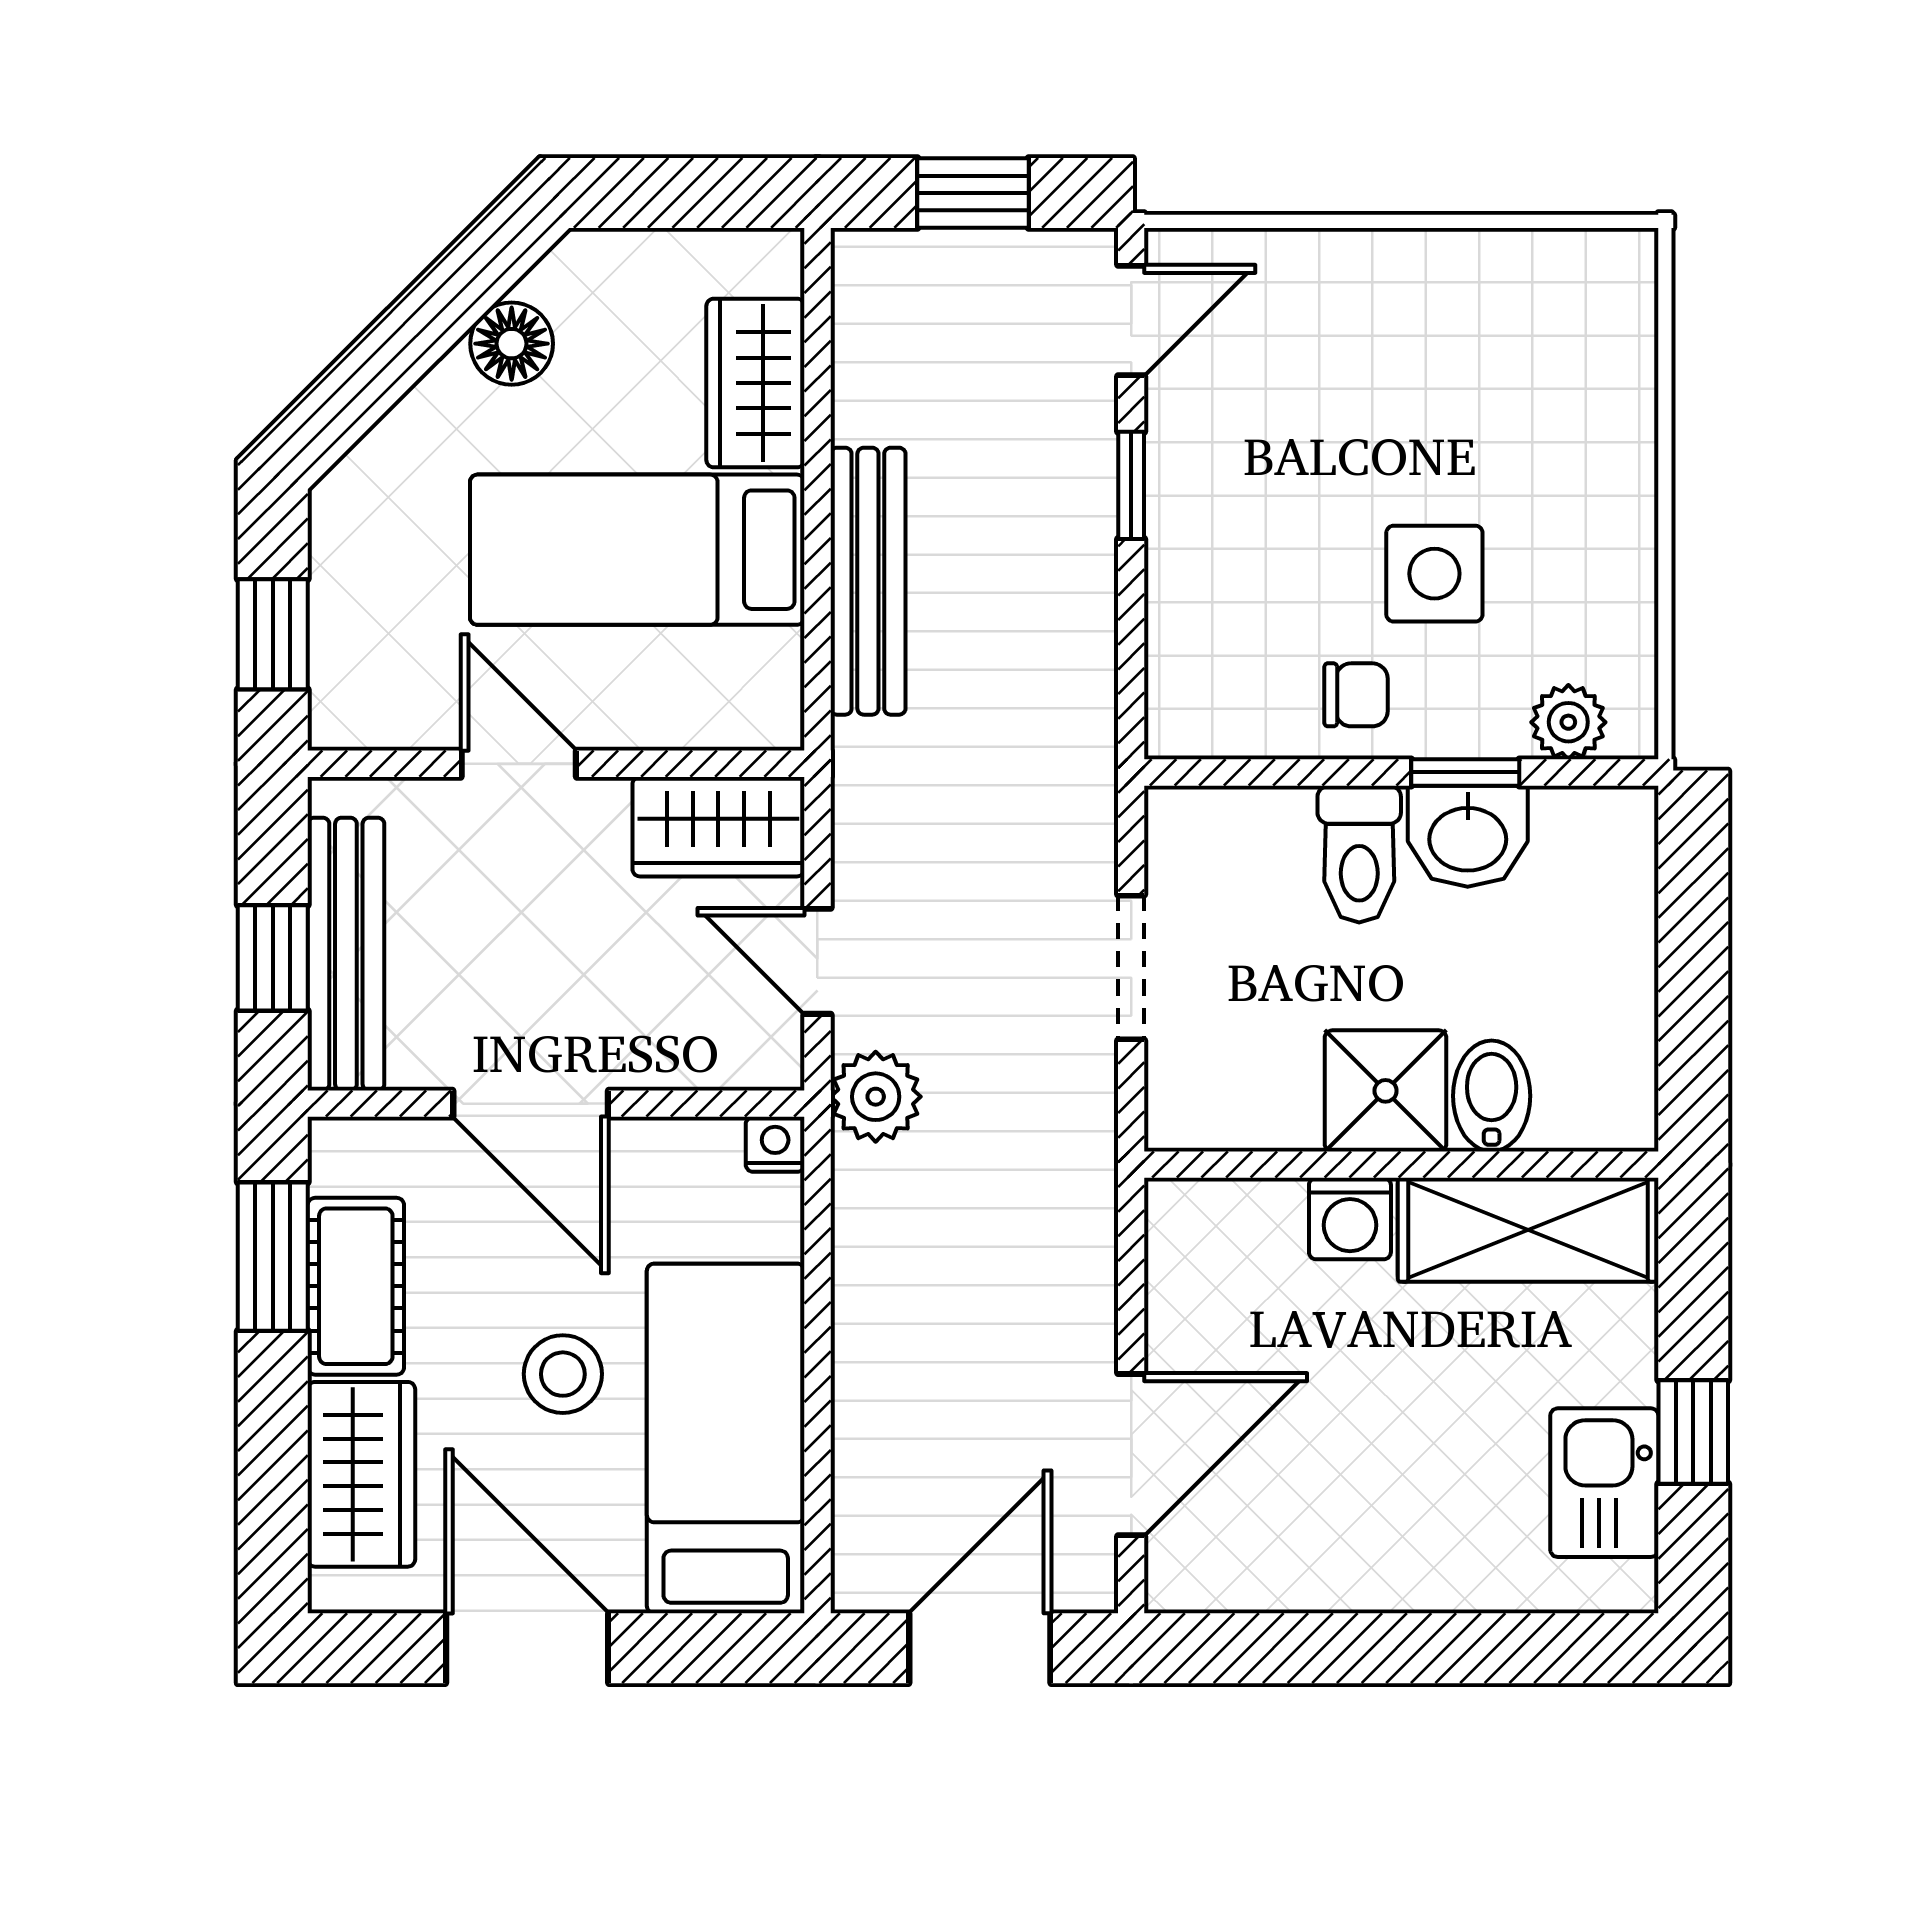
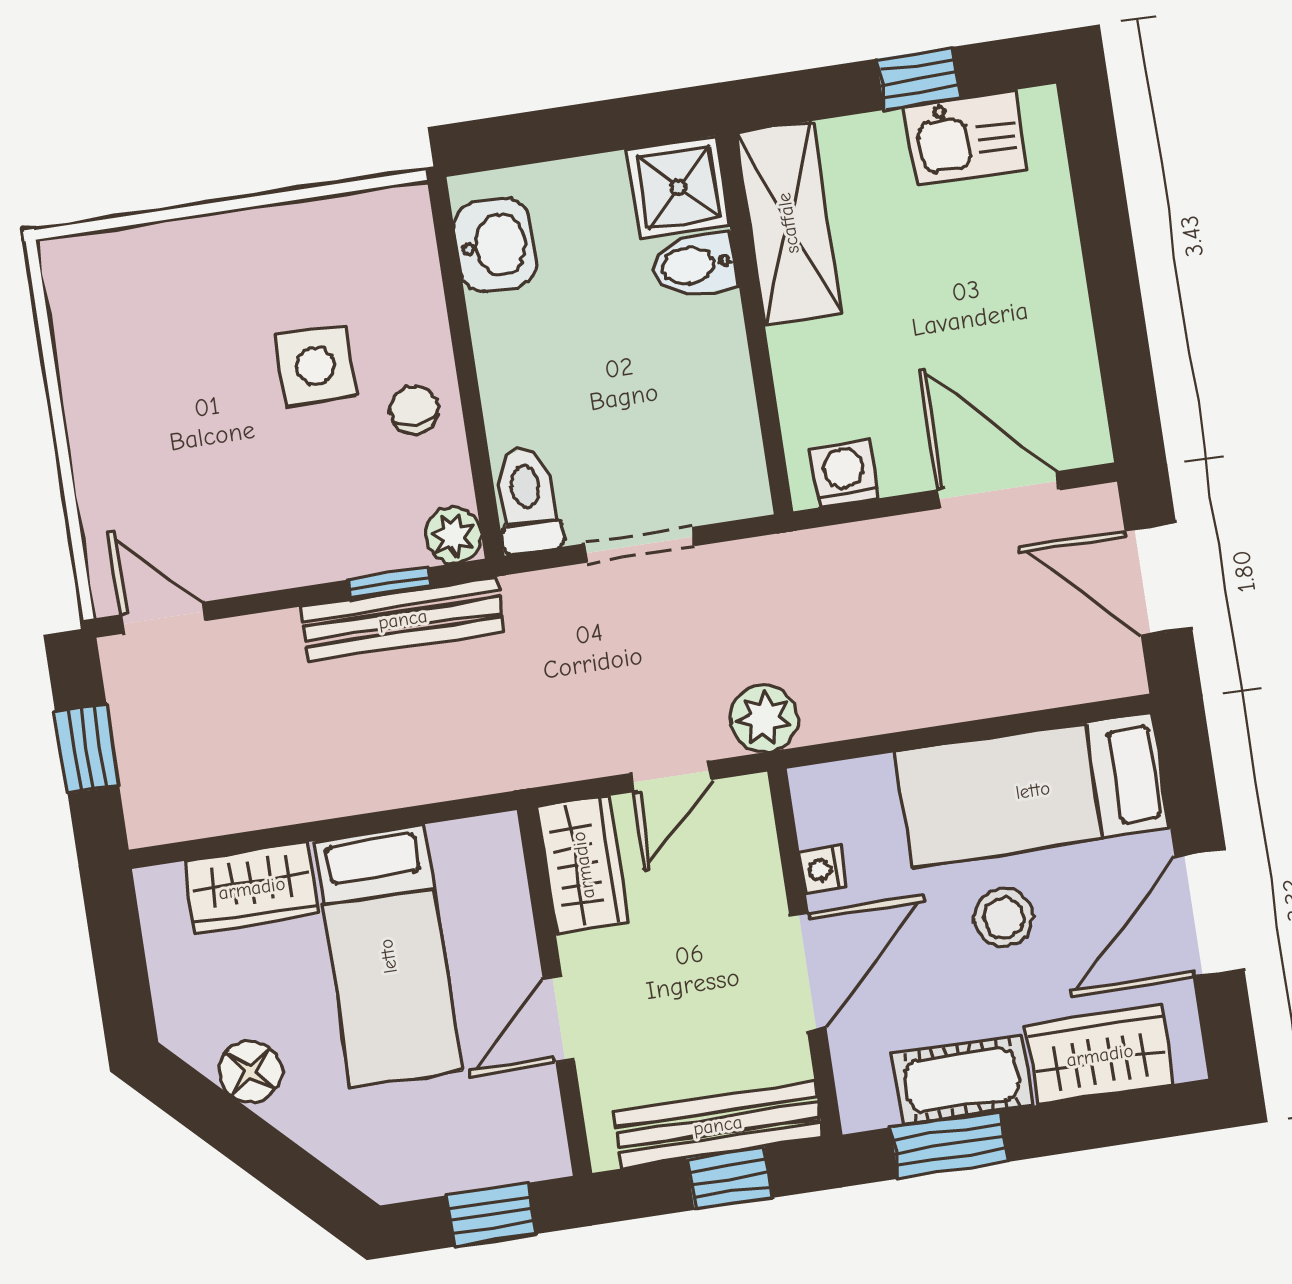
window: (1131, 485) -> (389, 583), moved
bench: (868, 581) -> (403, 619), moved
plant: (1568, 722) -> (453, 535), moved
window: (1465, 772) -> (458, 321), removed
washbasin: (1468, 836) -> (495, 245), moved
toilet: (1359, 854) -> (527, 501), moved, turned -90
shower: (1386, 1091) -> (678, 187), moved
nightstand: (775, 1144) -> (823, 869), moved
washing machine: (1350, 1219) -> (844, 473), moved, turned -90

